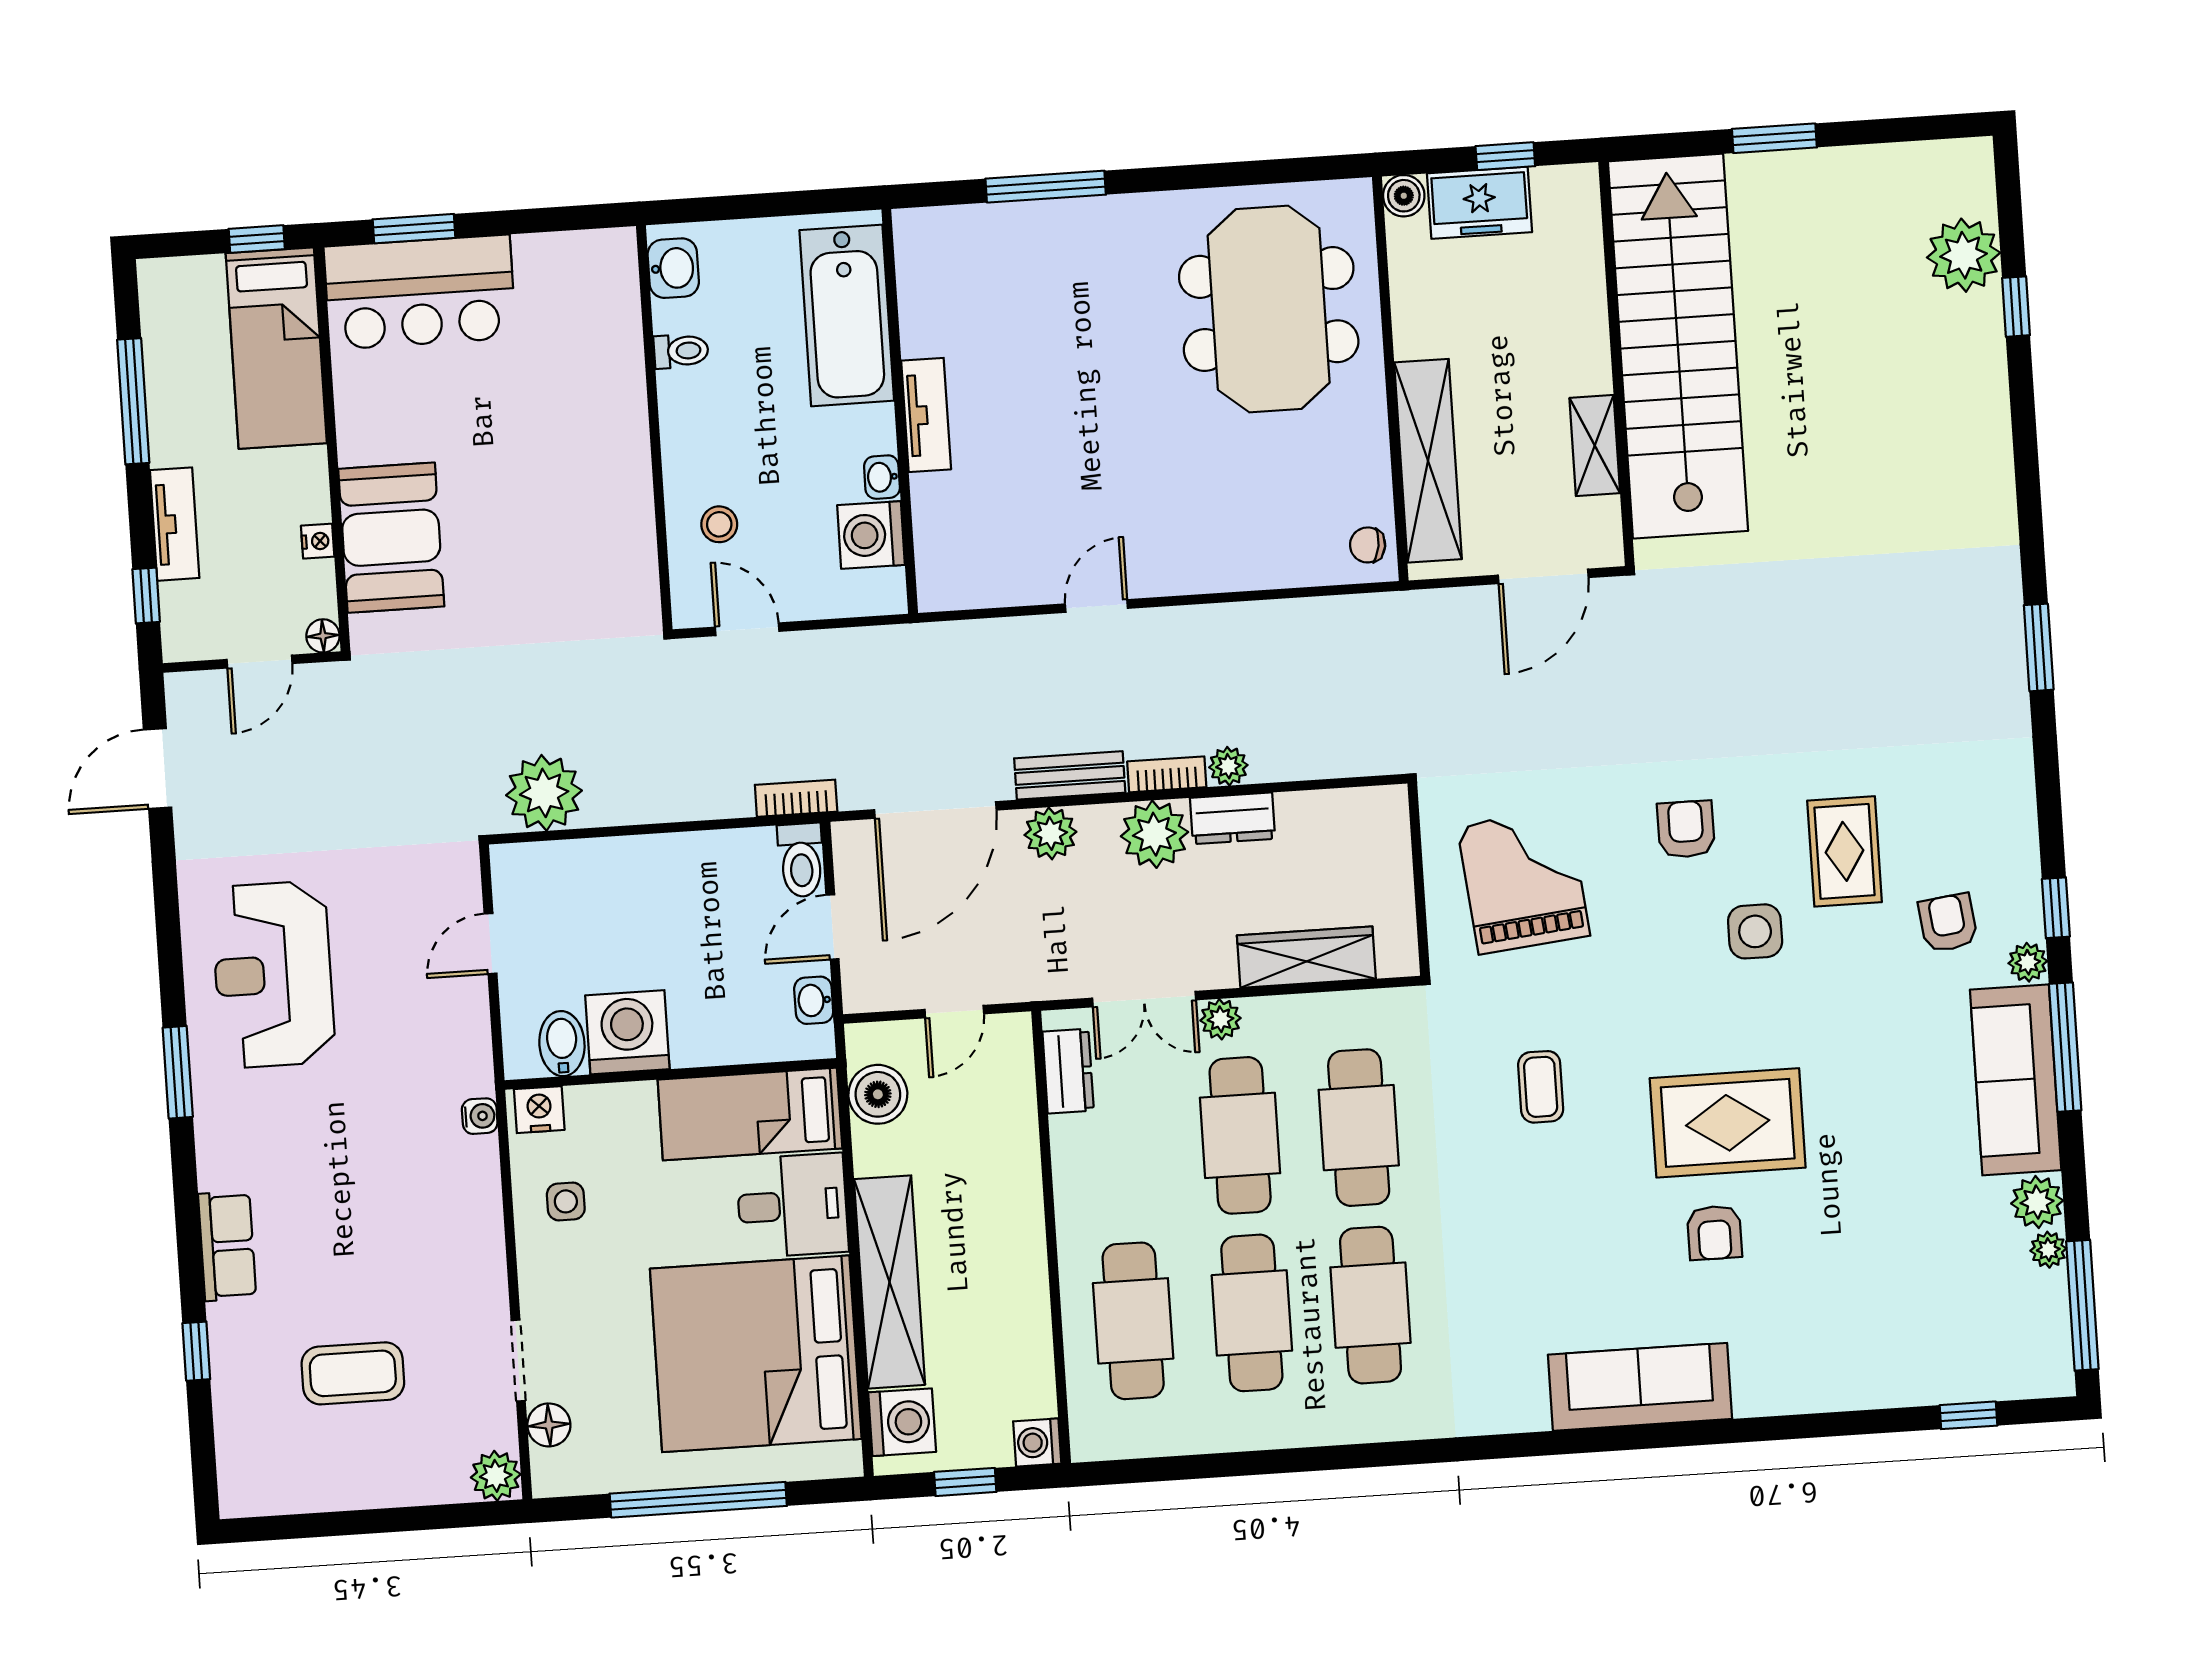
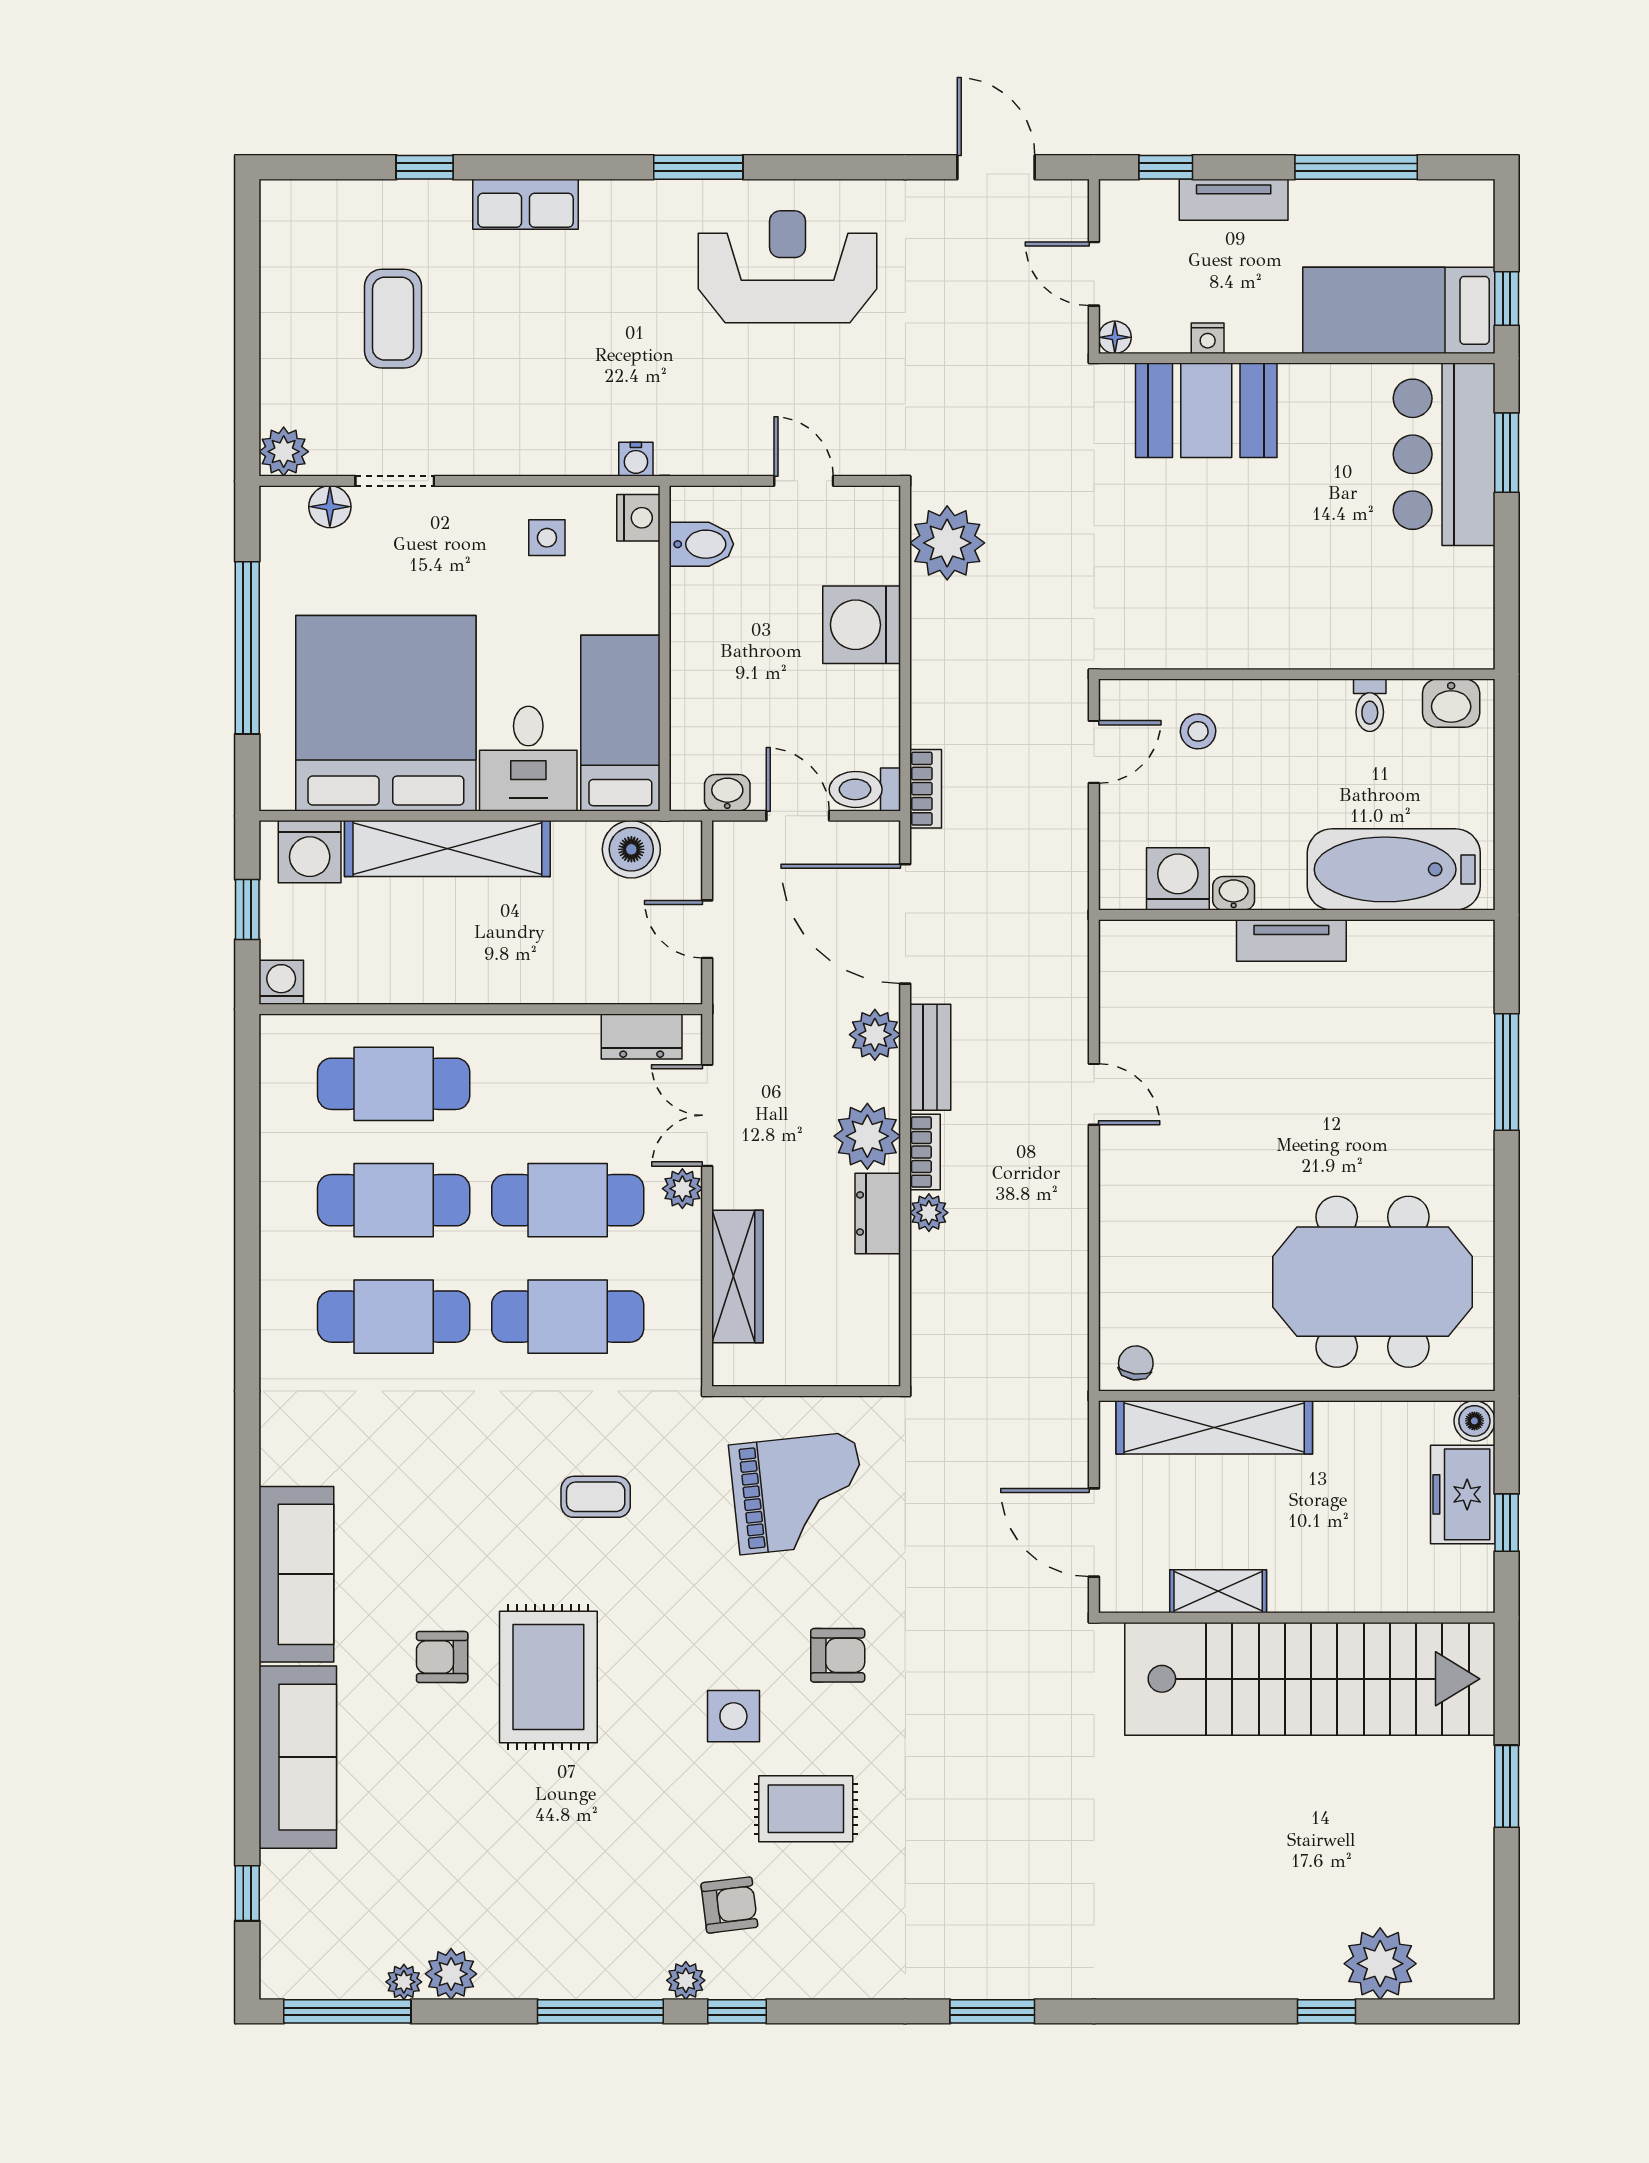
washing machine: (627, 1032) -> (862, 625), moved, turned 180
sofa: (2016, 1080) -> (298, 1757), moved, turned 90

